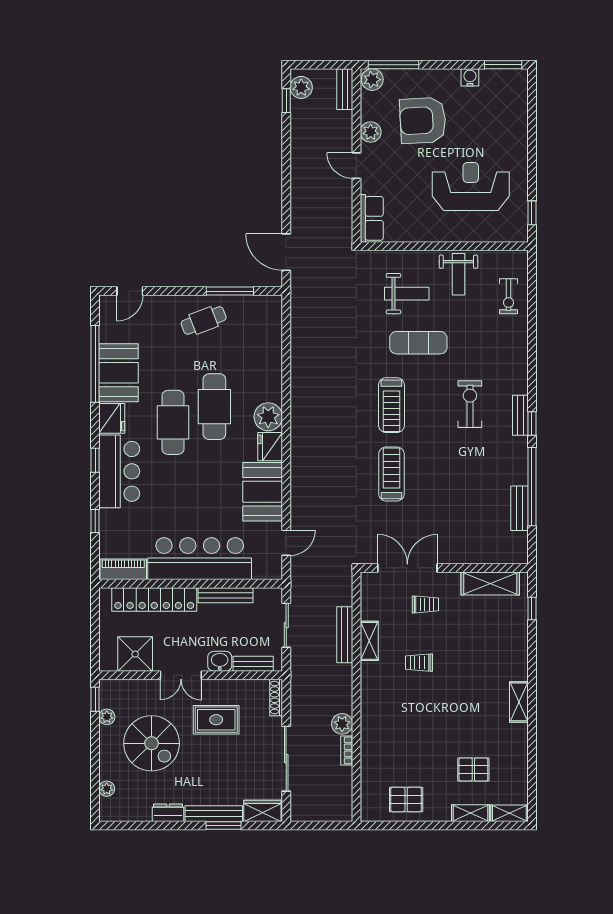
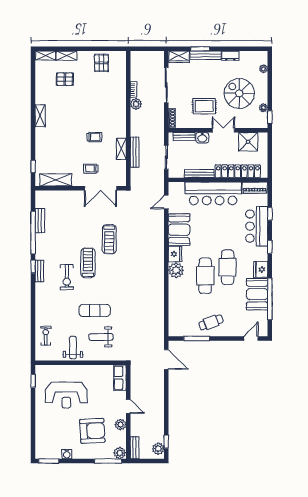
treadmill: (391, 405) -> (88, 263), moved
bar counter: (119, 471) -> (257, 226), moved
pallet: (406, 799) -> (101, 63), turned 90

